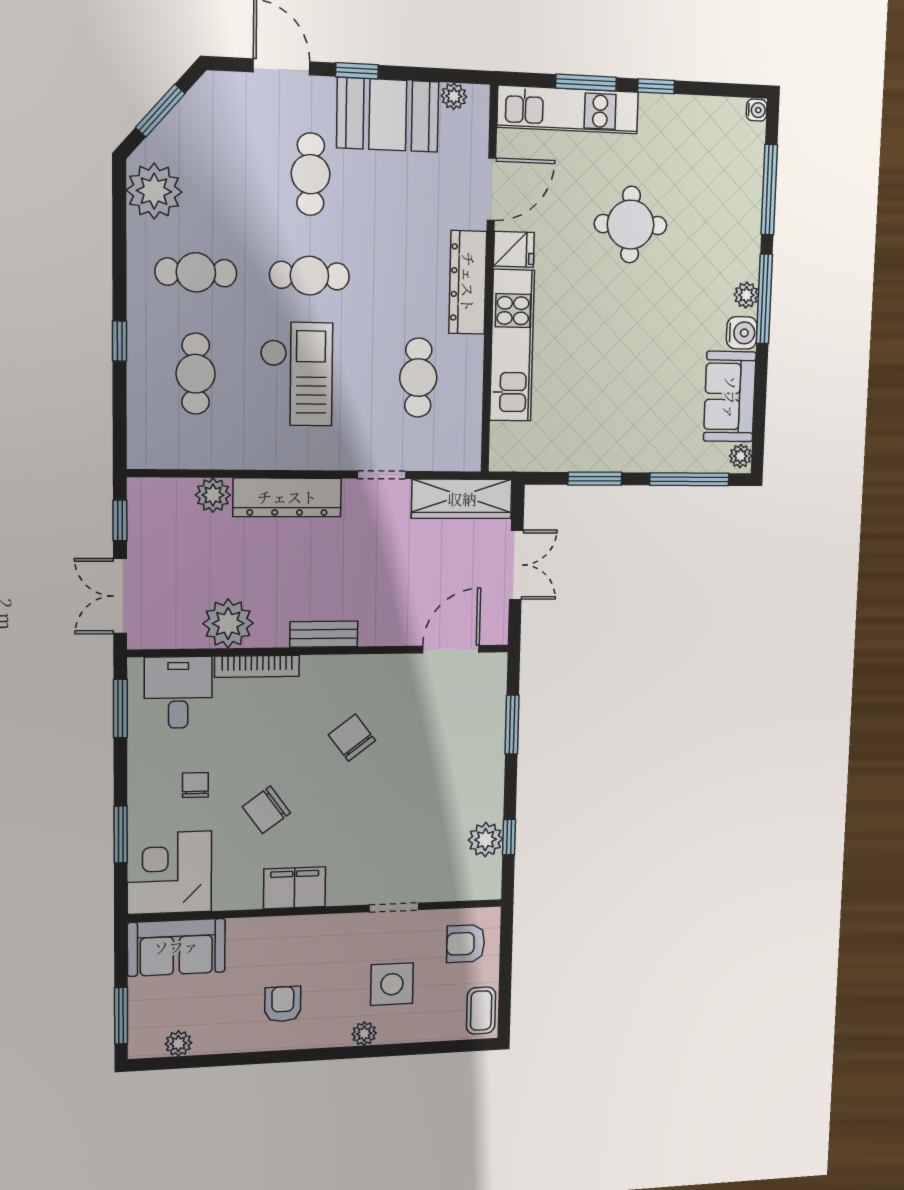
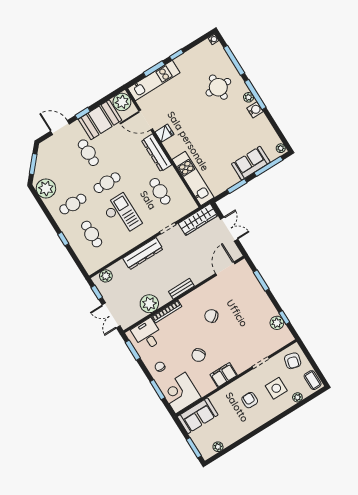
plant: (454, 96) -> (122, 102), width x1.88, depth x1.88
door: (491, 189) -> (146, 120), swing flipped
round table: (631, 225) -> (218, 87), moved
kitchen unit: (512, 345) -> (193, 178), moved
sofa: (730, 397) -> (251, 163), moved, turned 90
plant: (213, 495) -> (106, 276), moved
chair: (195, 785) -> (160, 367), moved
armchair: (466, 944) -> (293, 361), turned -75
armchair: (283, 1004) -> (250, 400), moved
plant: (364, 1034) -> (297, 397), moved

